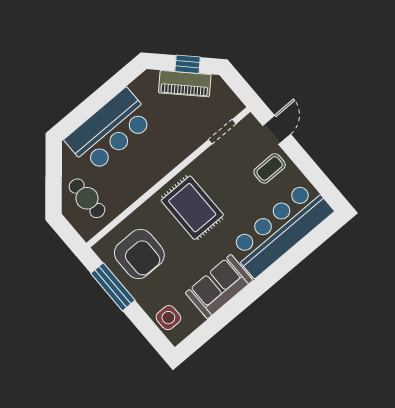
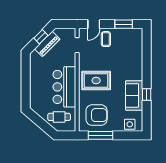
bar counter: (110, 130) -> (64, 87), moved, turned 180
door: (277, 130) -> (94, 24), swing flipped
window: (316, 176) -> (124, 24), added
bar counter: (281, 229) -> (132, 54), removed
window: (237, 305) -> (147, 95), added

